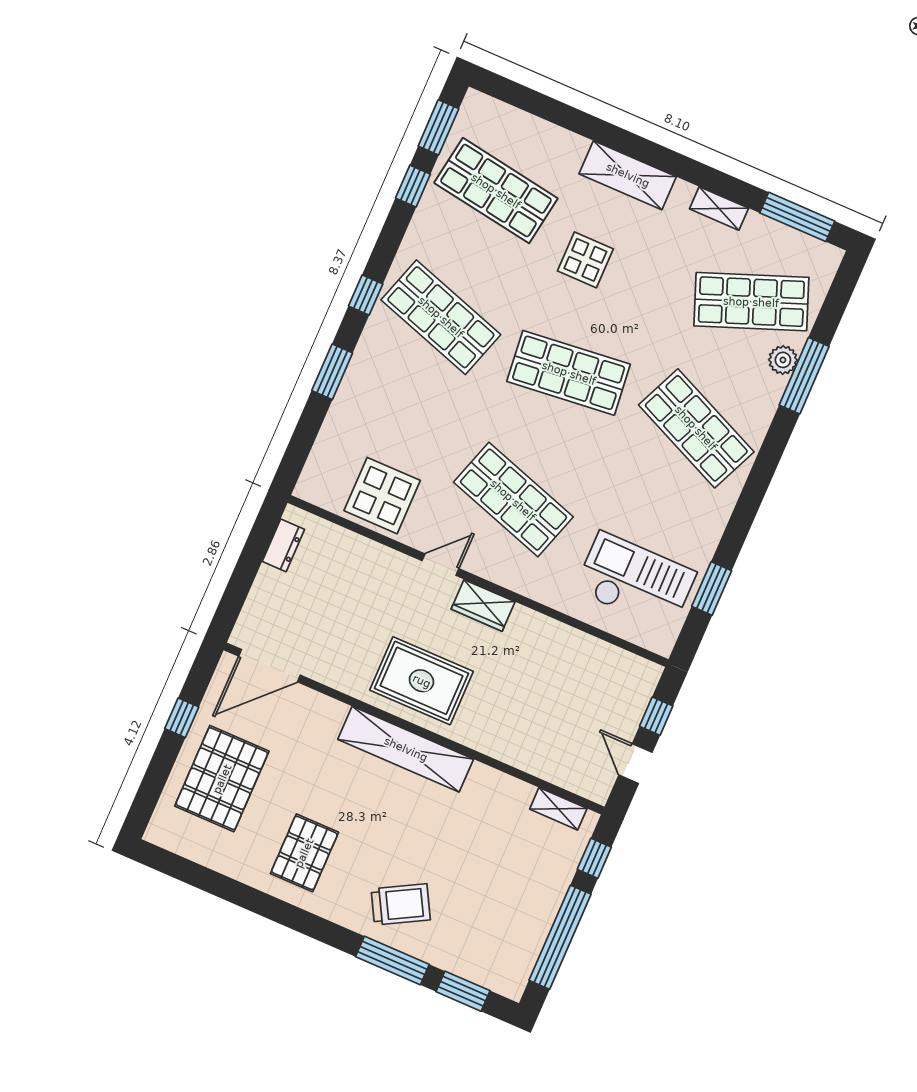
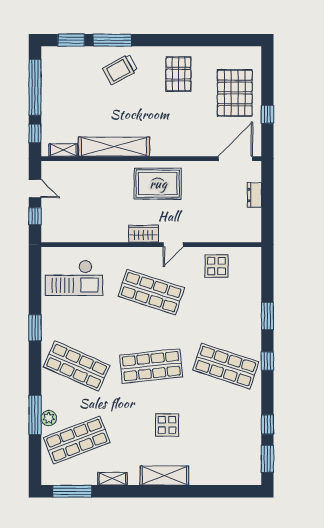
shop shelf: (496, 191) -> (226, 440), removed
display table: (382, 496) -> (216, 266), width x0.73, depth x0.73
dresser: (283, 545) -> (254, 195), moved
window: (712, 588) -> (35, 328), moved
shelving: (406, 749) -> (114, 147), moved

